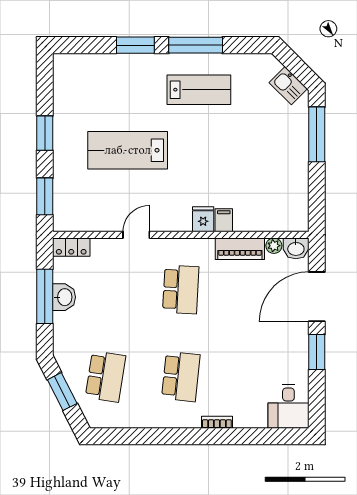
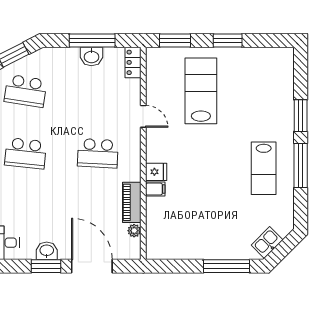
lab bench: (128, 150) -> (201, 91), moved
washbasin: (296, 248) -> (47, 251), moved, turned 90

